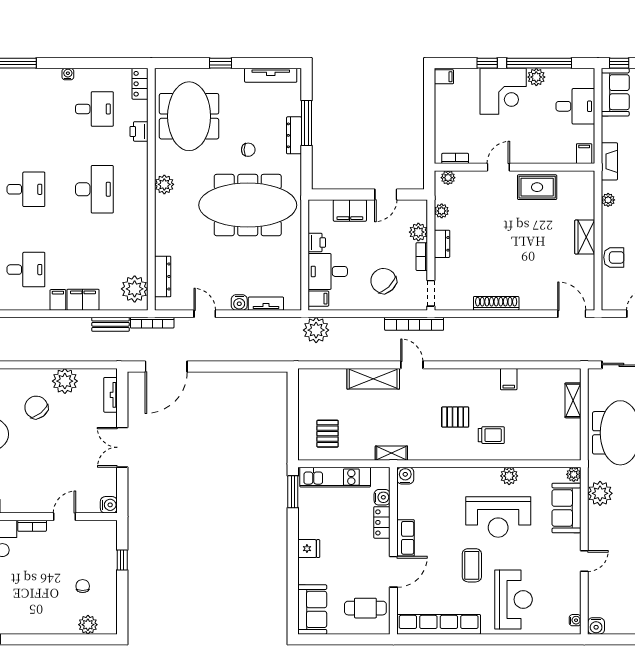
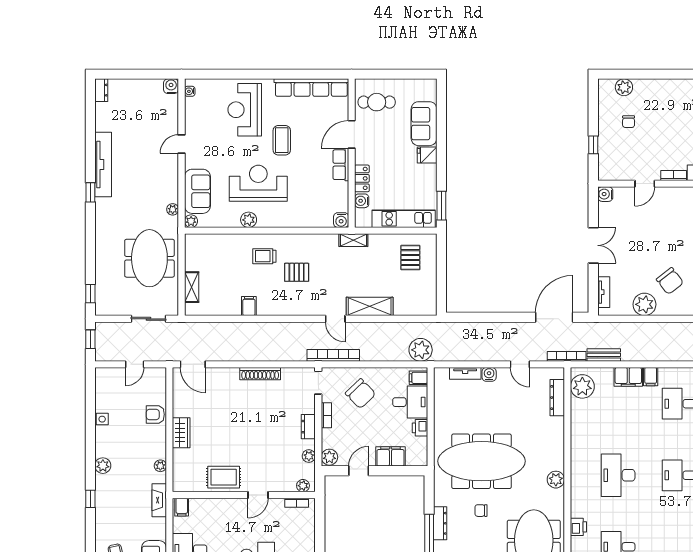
plant: (418, 232) -> (329, 457), moved
plant: (600, 493) -> (173, 209), width x0.53, depth x0.53
sofa: (312, 609) -> (424, 124), moved

